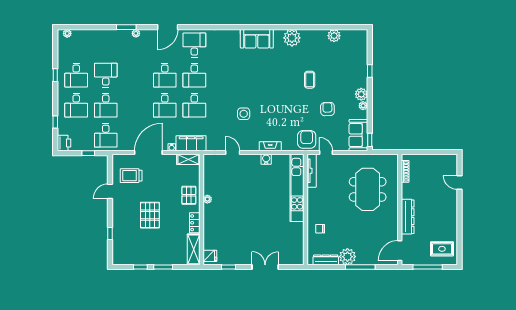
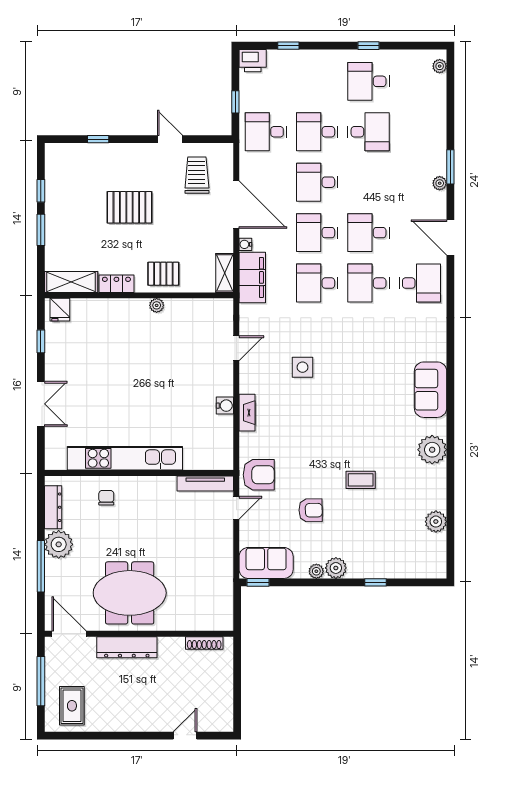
desk: (76, 105) -> (317, 182), moved
kitchen unit: (297, 188) -> (125, 458), moved
meeting table: (368, 189) -> (130, 593), moved

